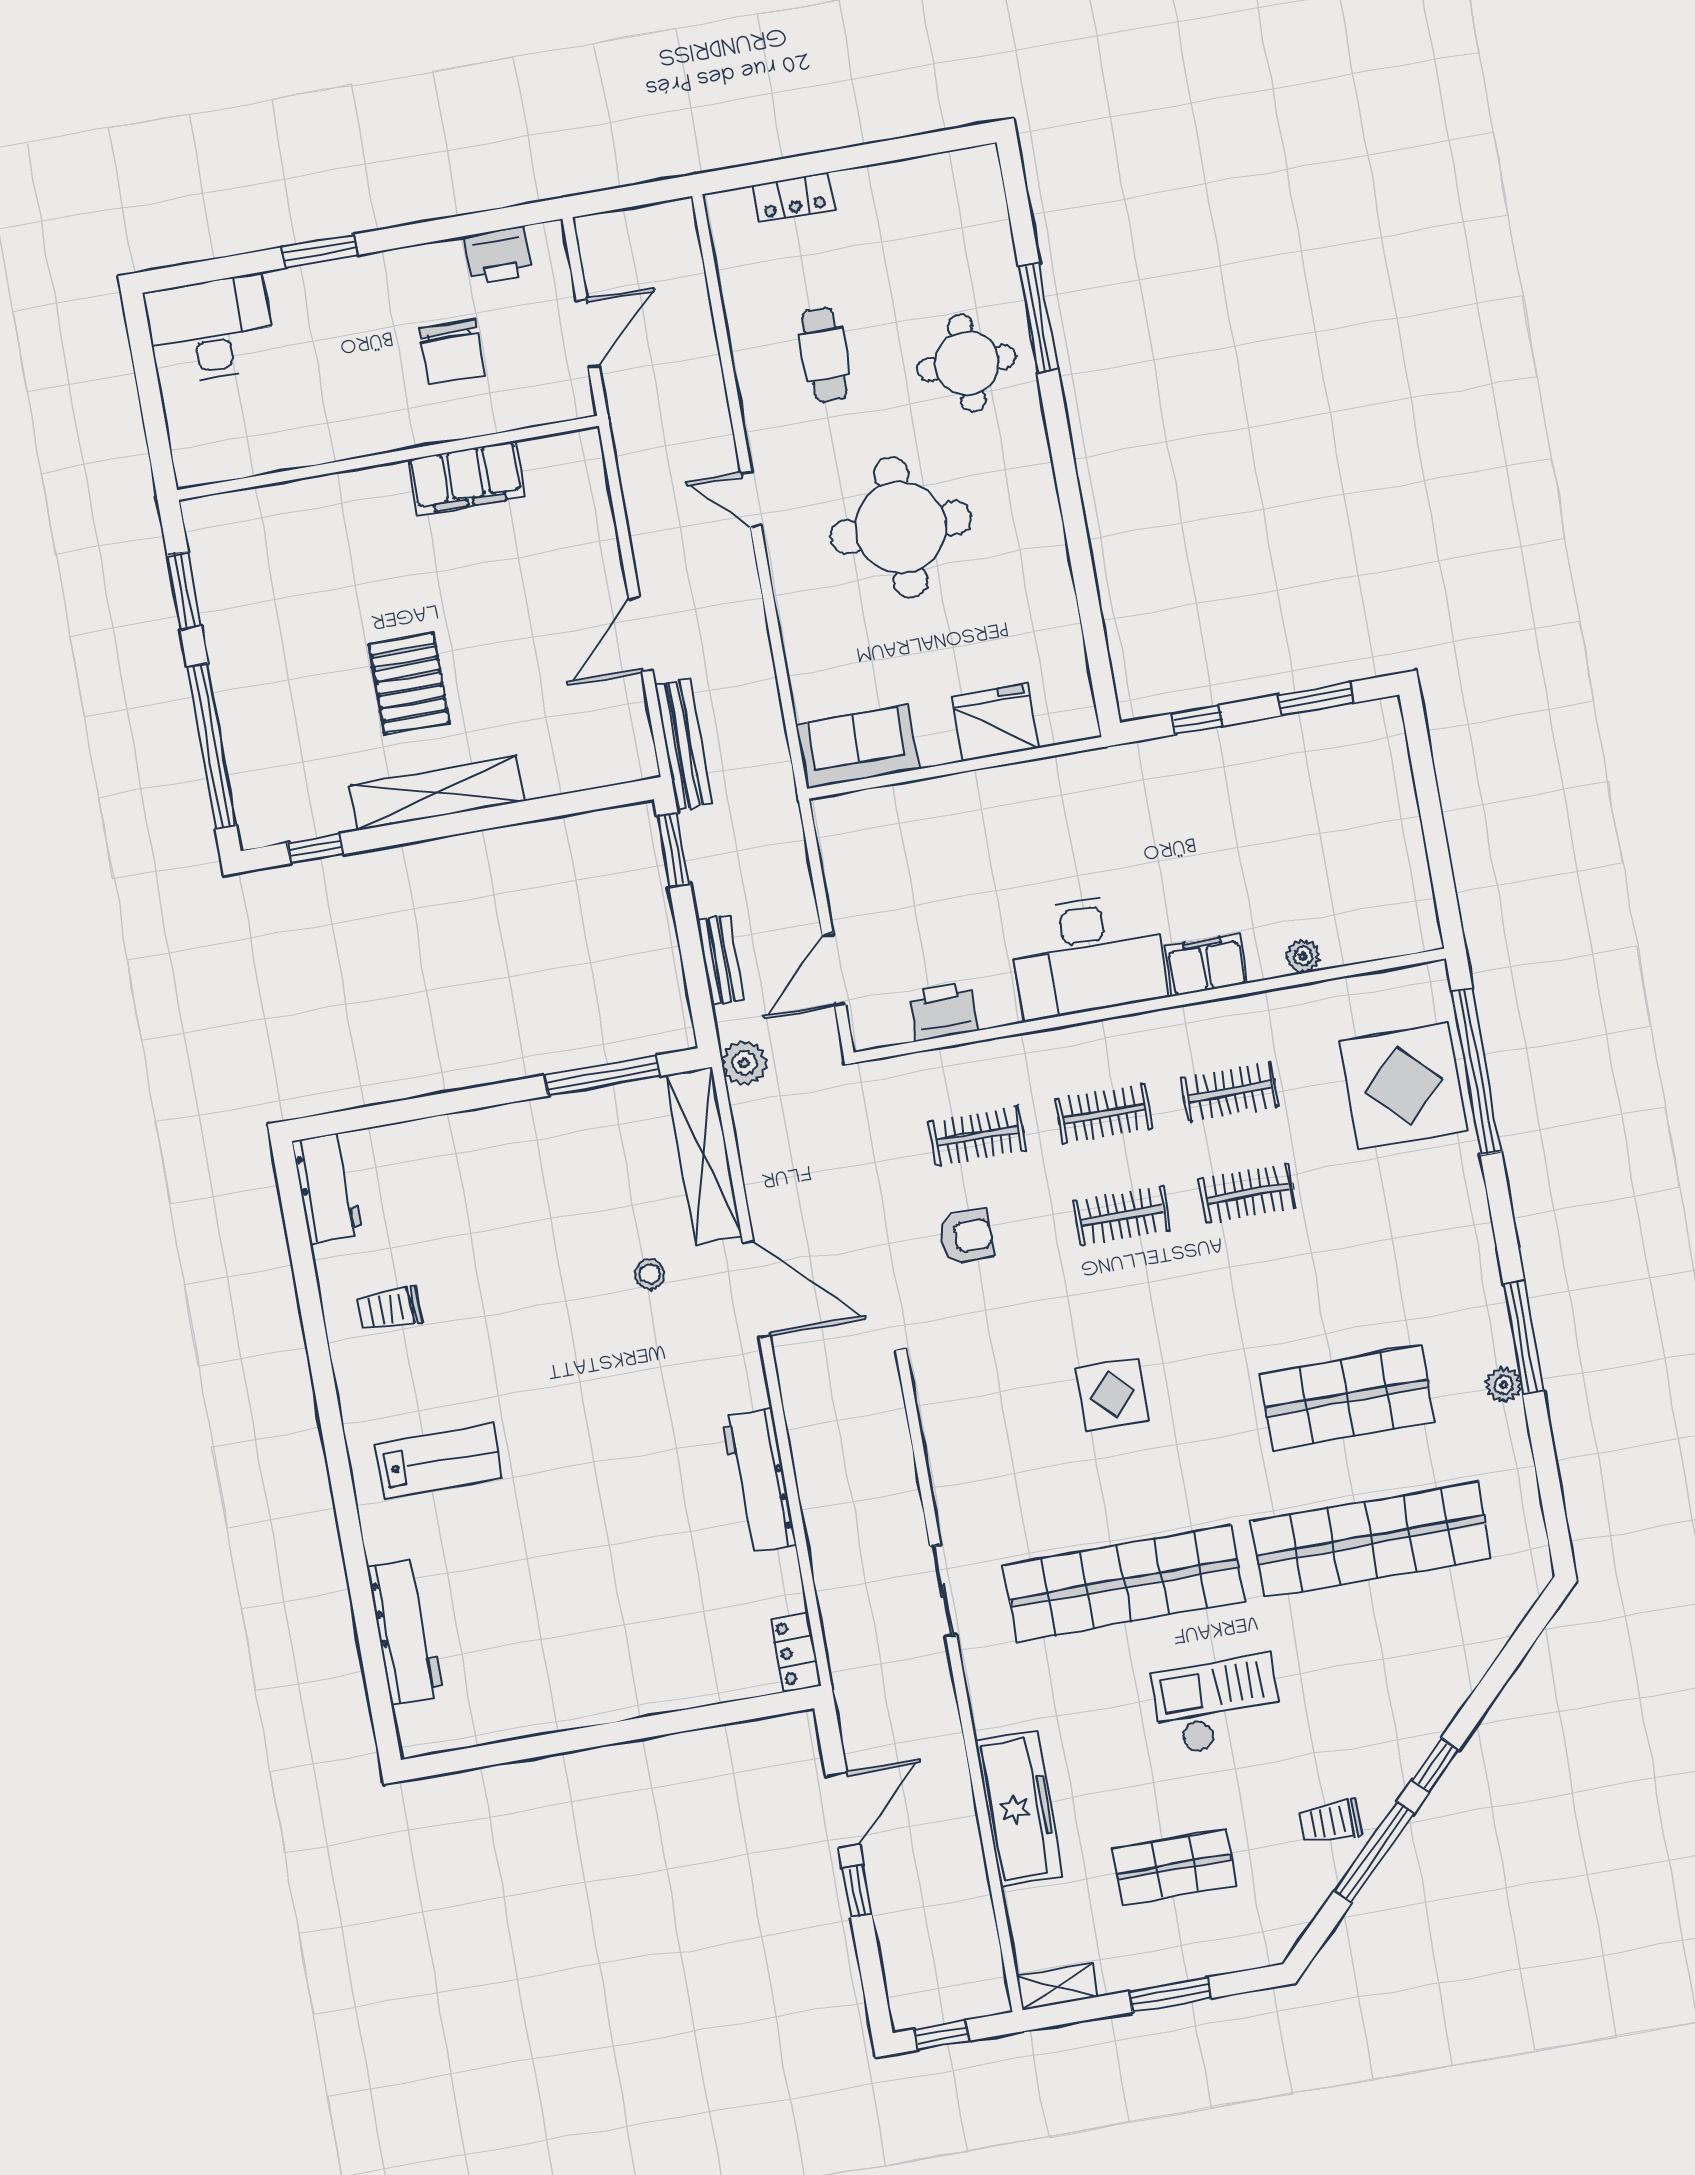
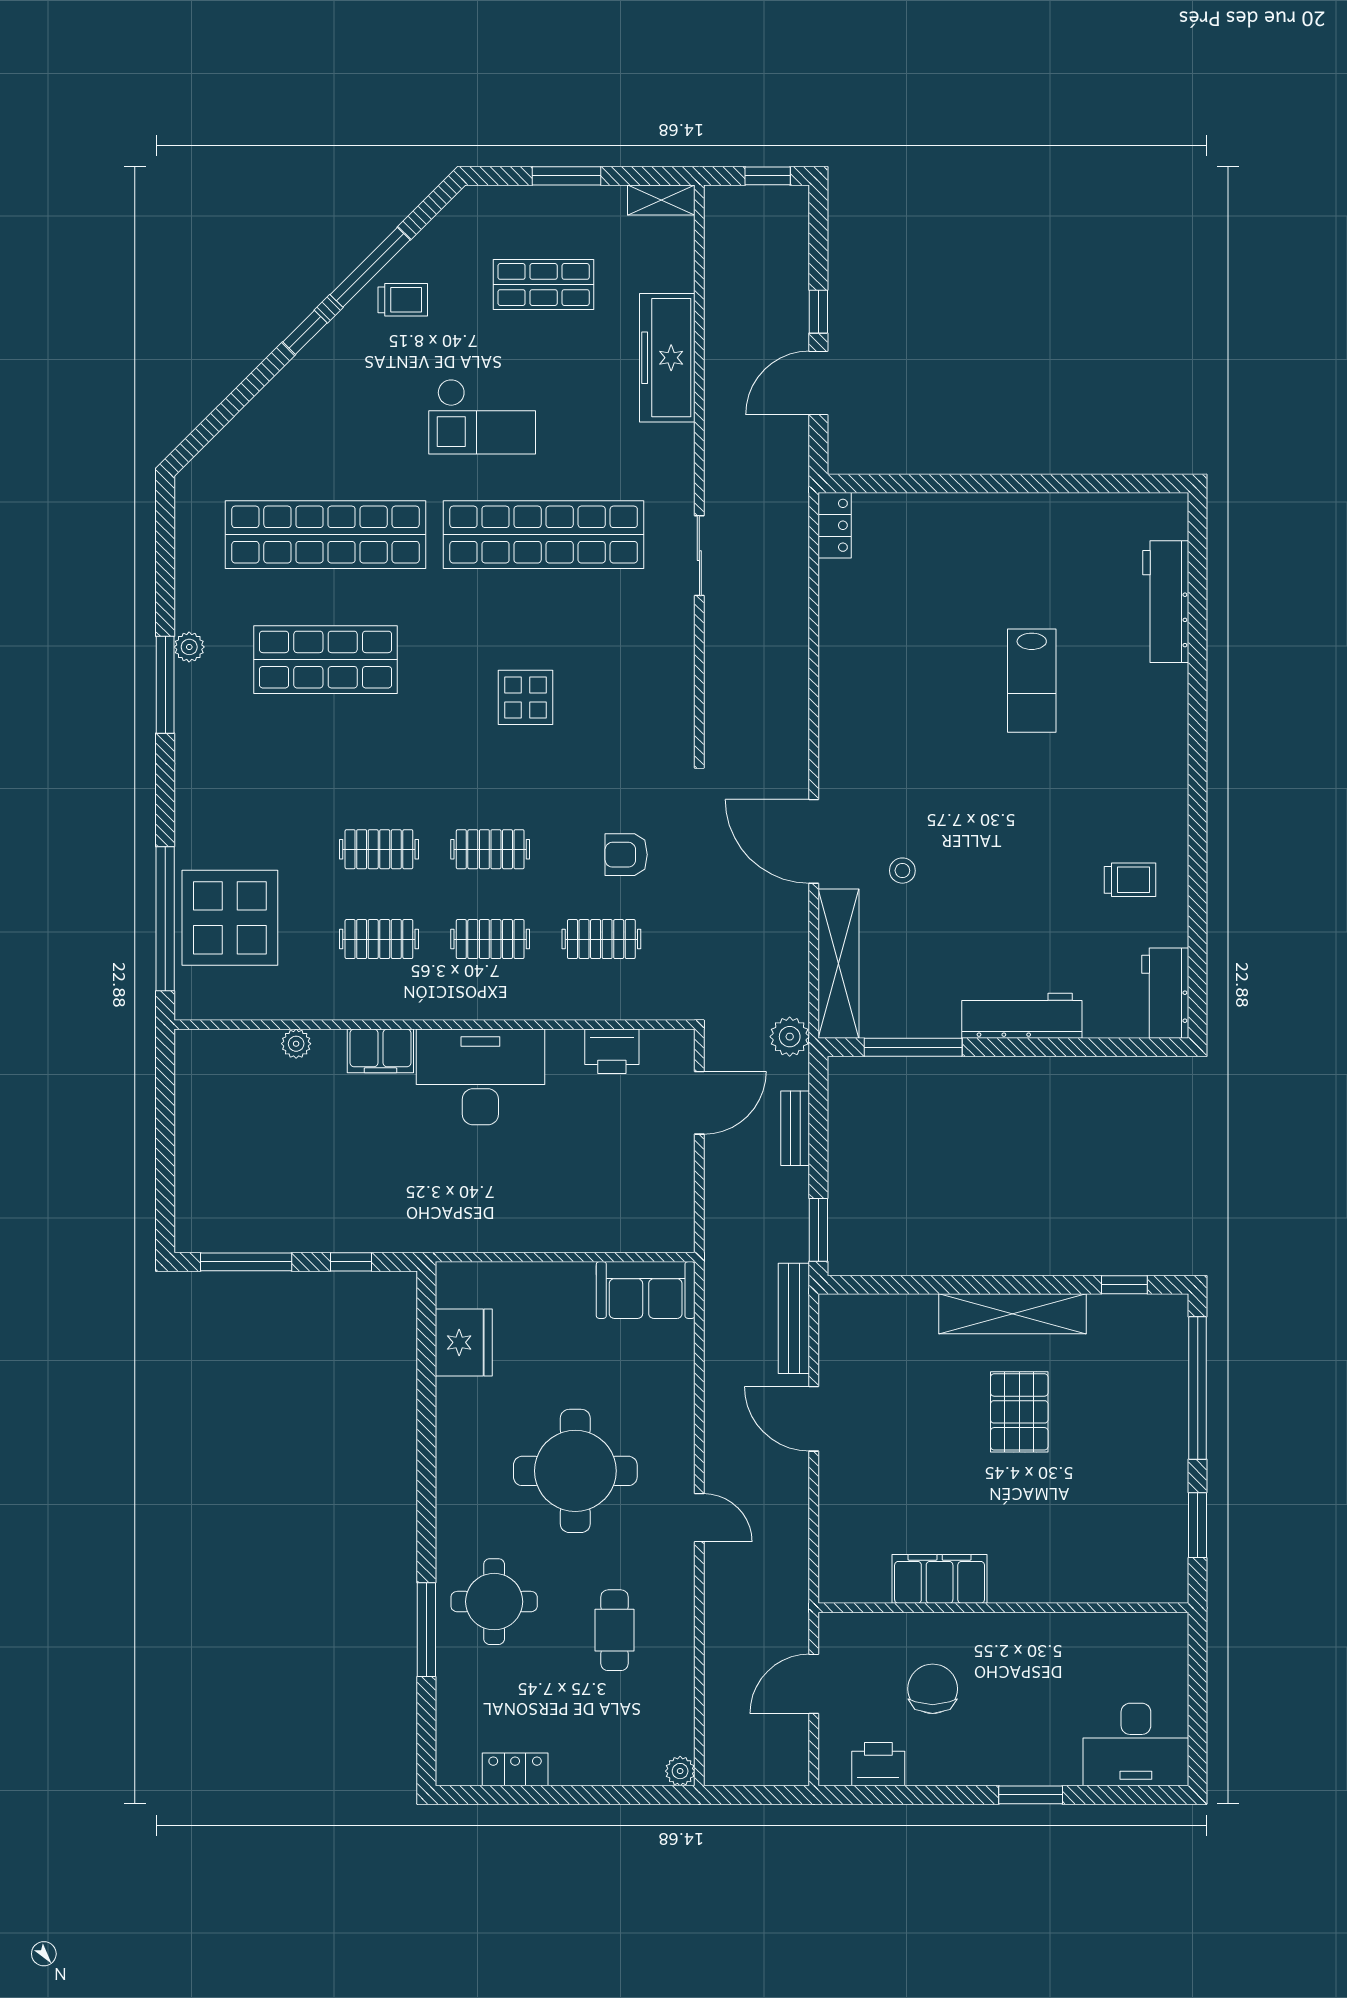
locker: (794, 197) -> (515, 1769), moved
plant: (722, 208) -> (680, 1771), added
door: (641, 634) -> (814, 1419), swing flipped
window: (1316, 699) -> (246, 1262), width x1.44
fridge: (995, 722) -> (464, 1342), moved, turned -90
lab bench: (439, 1461) -> (1032, 681), moved, turned -90
workbench: (759, 1480) -> (1022, 1016), moved, turned -90

